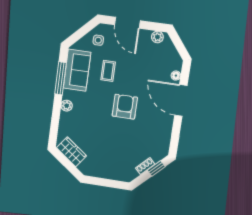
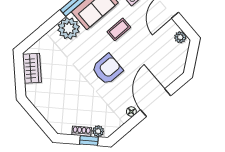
floor lamp: (176, 76) -> (131, 112), moved
plant: (67, 106) -> (69, 28), width x1.87, depth x1.87
plant: (157, 156) -> (98, 131), added

